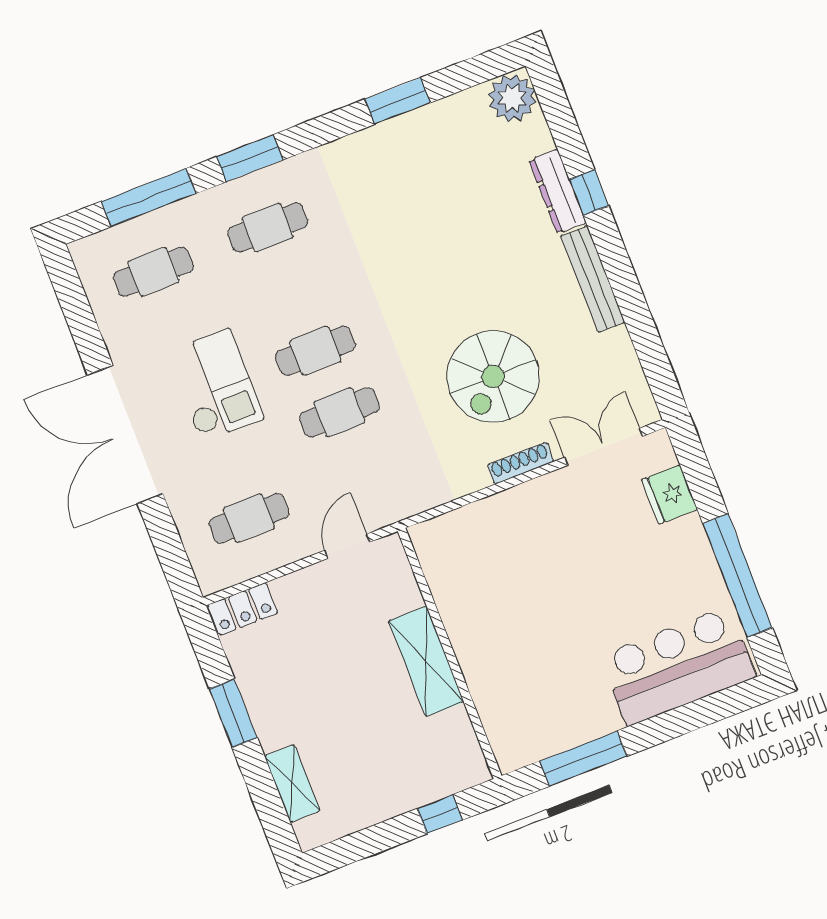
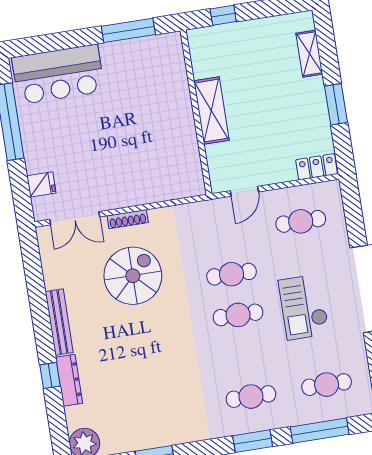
fridge: (669, 495) -> (41, 184), width x0.72

